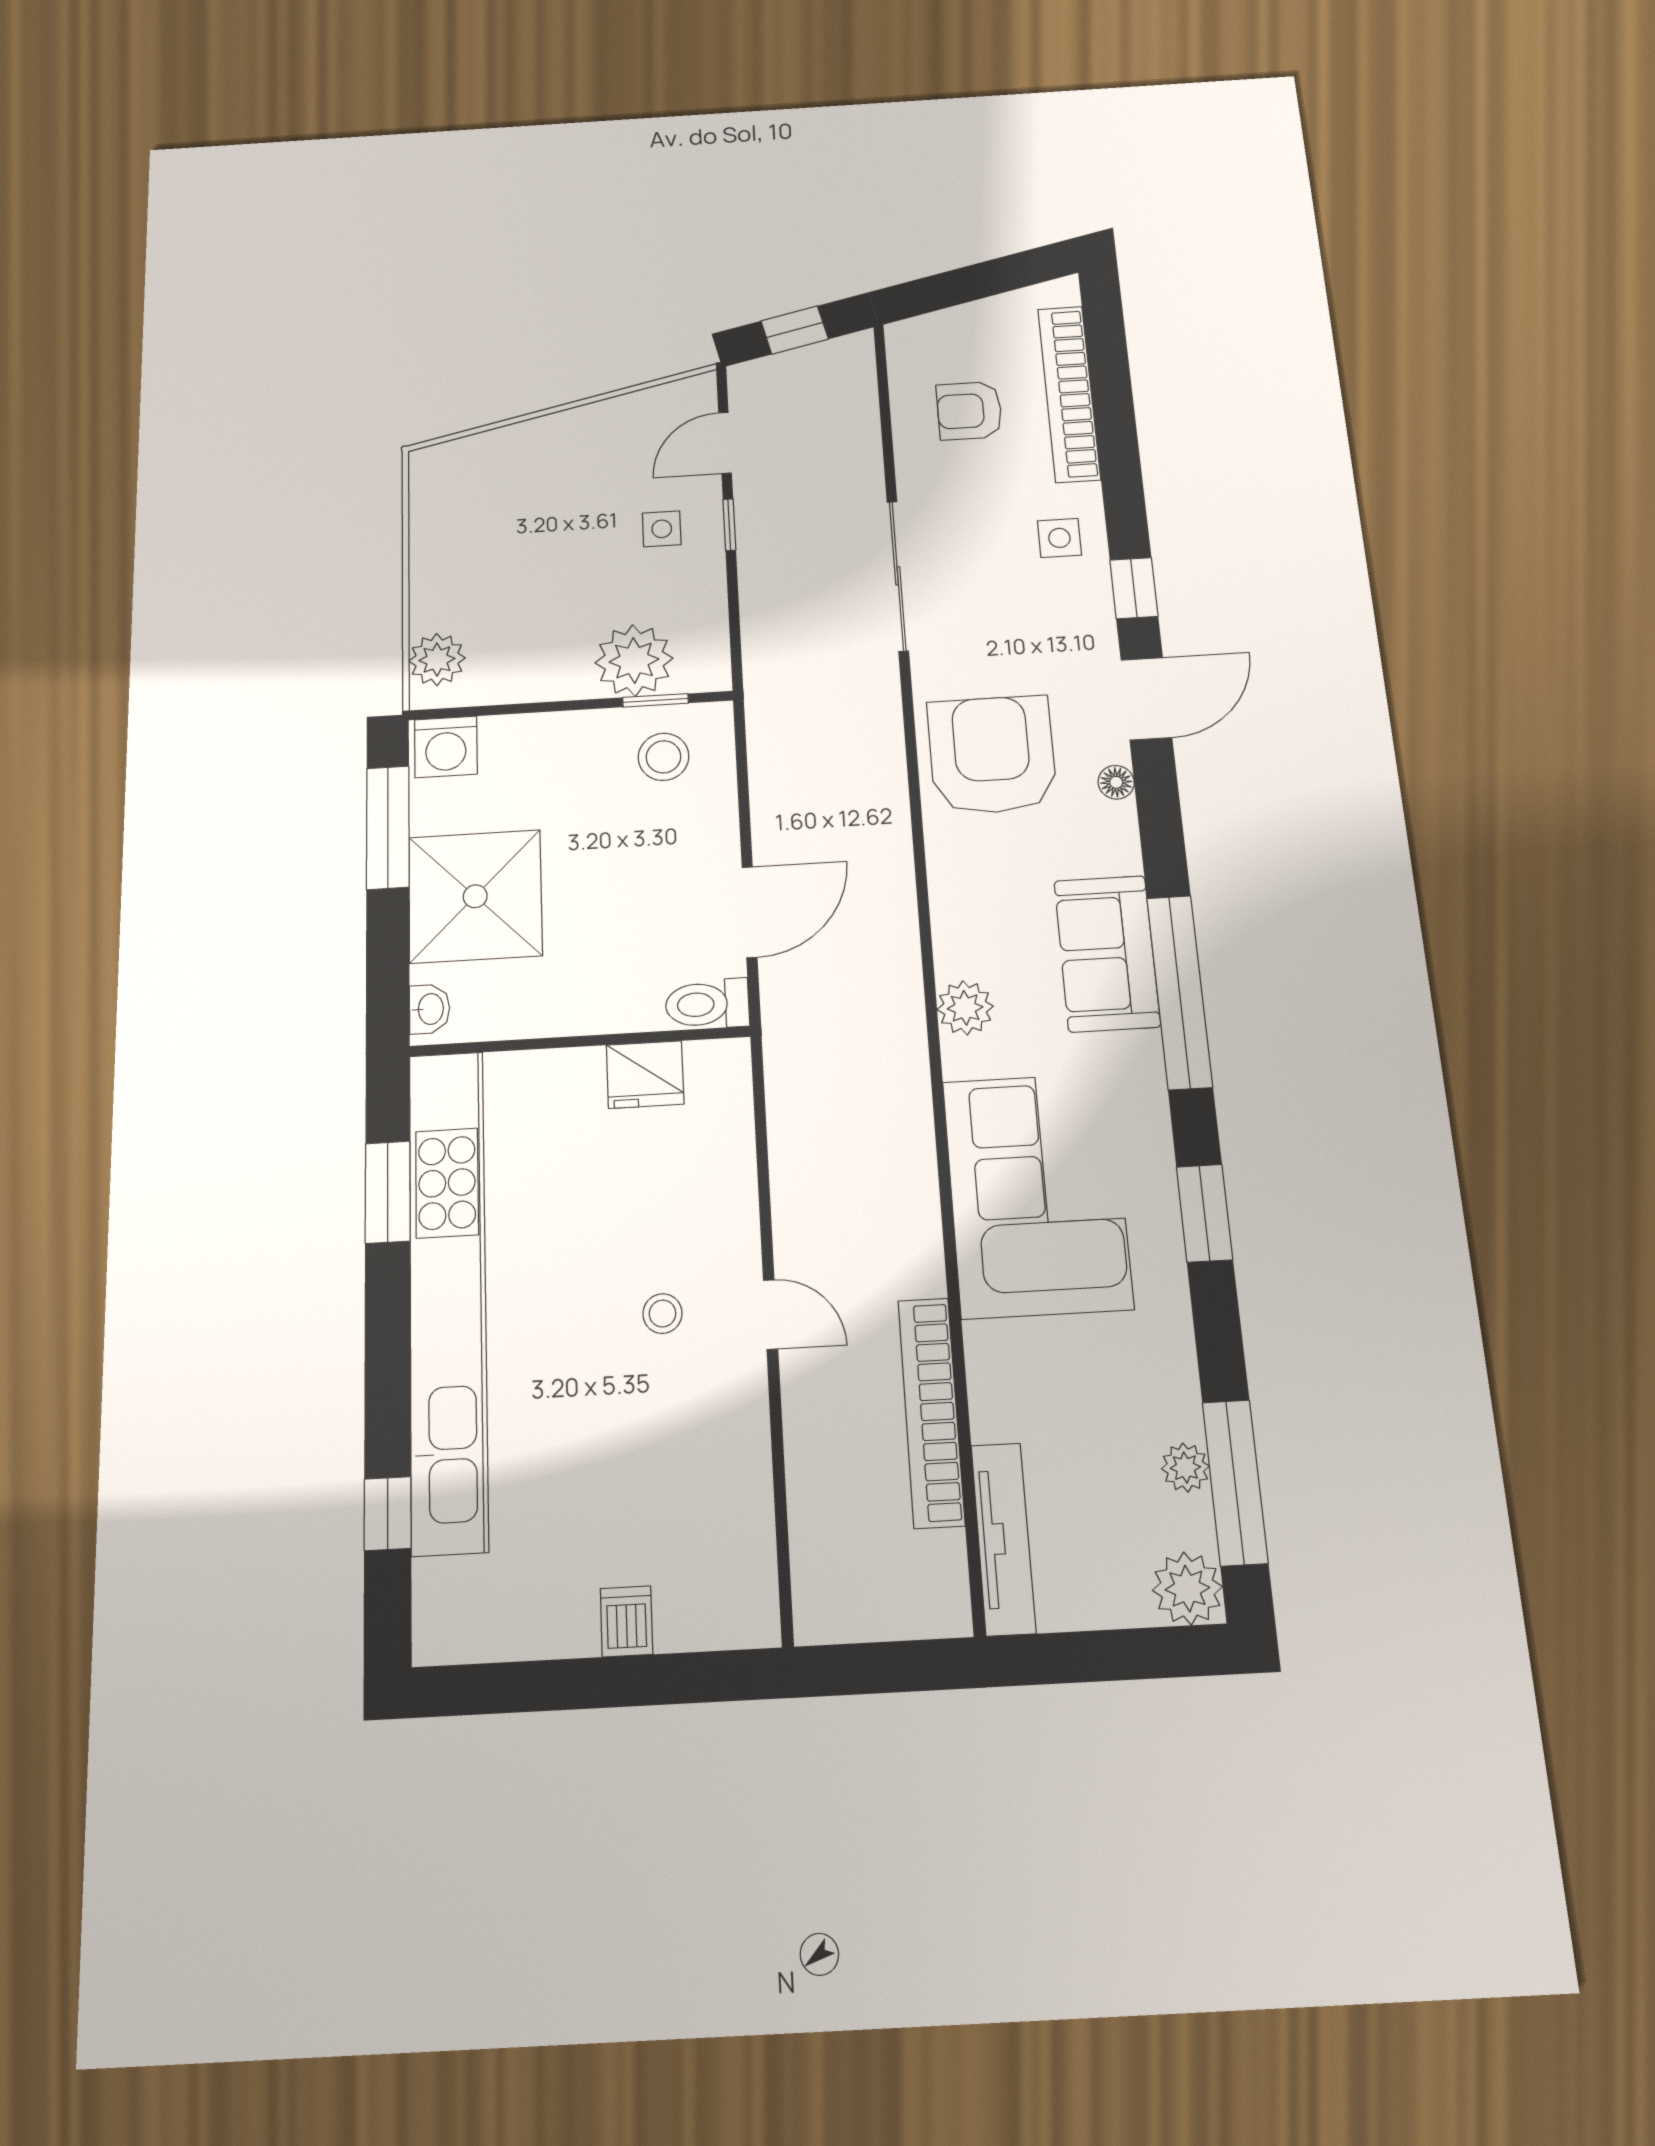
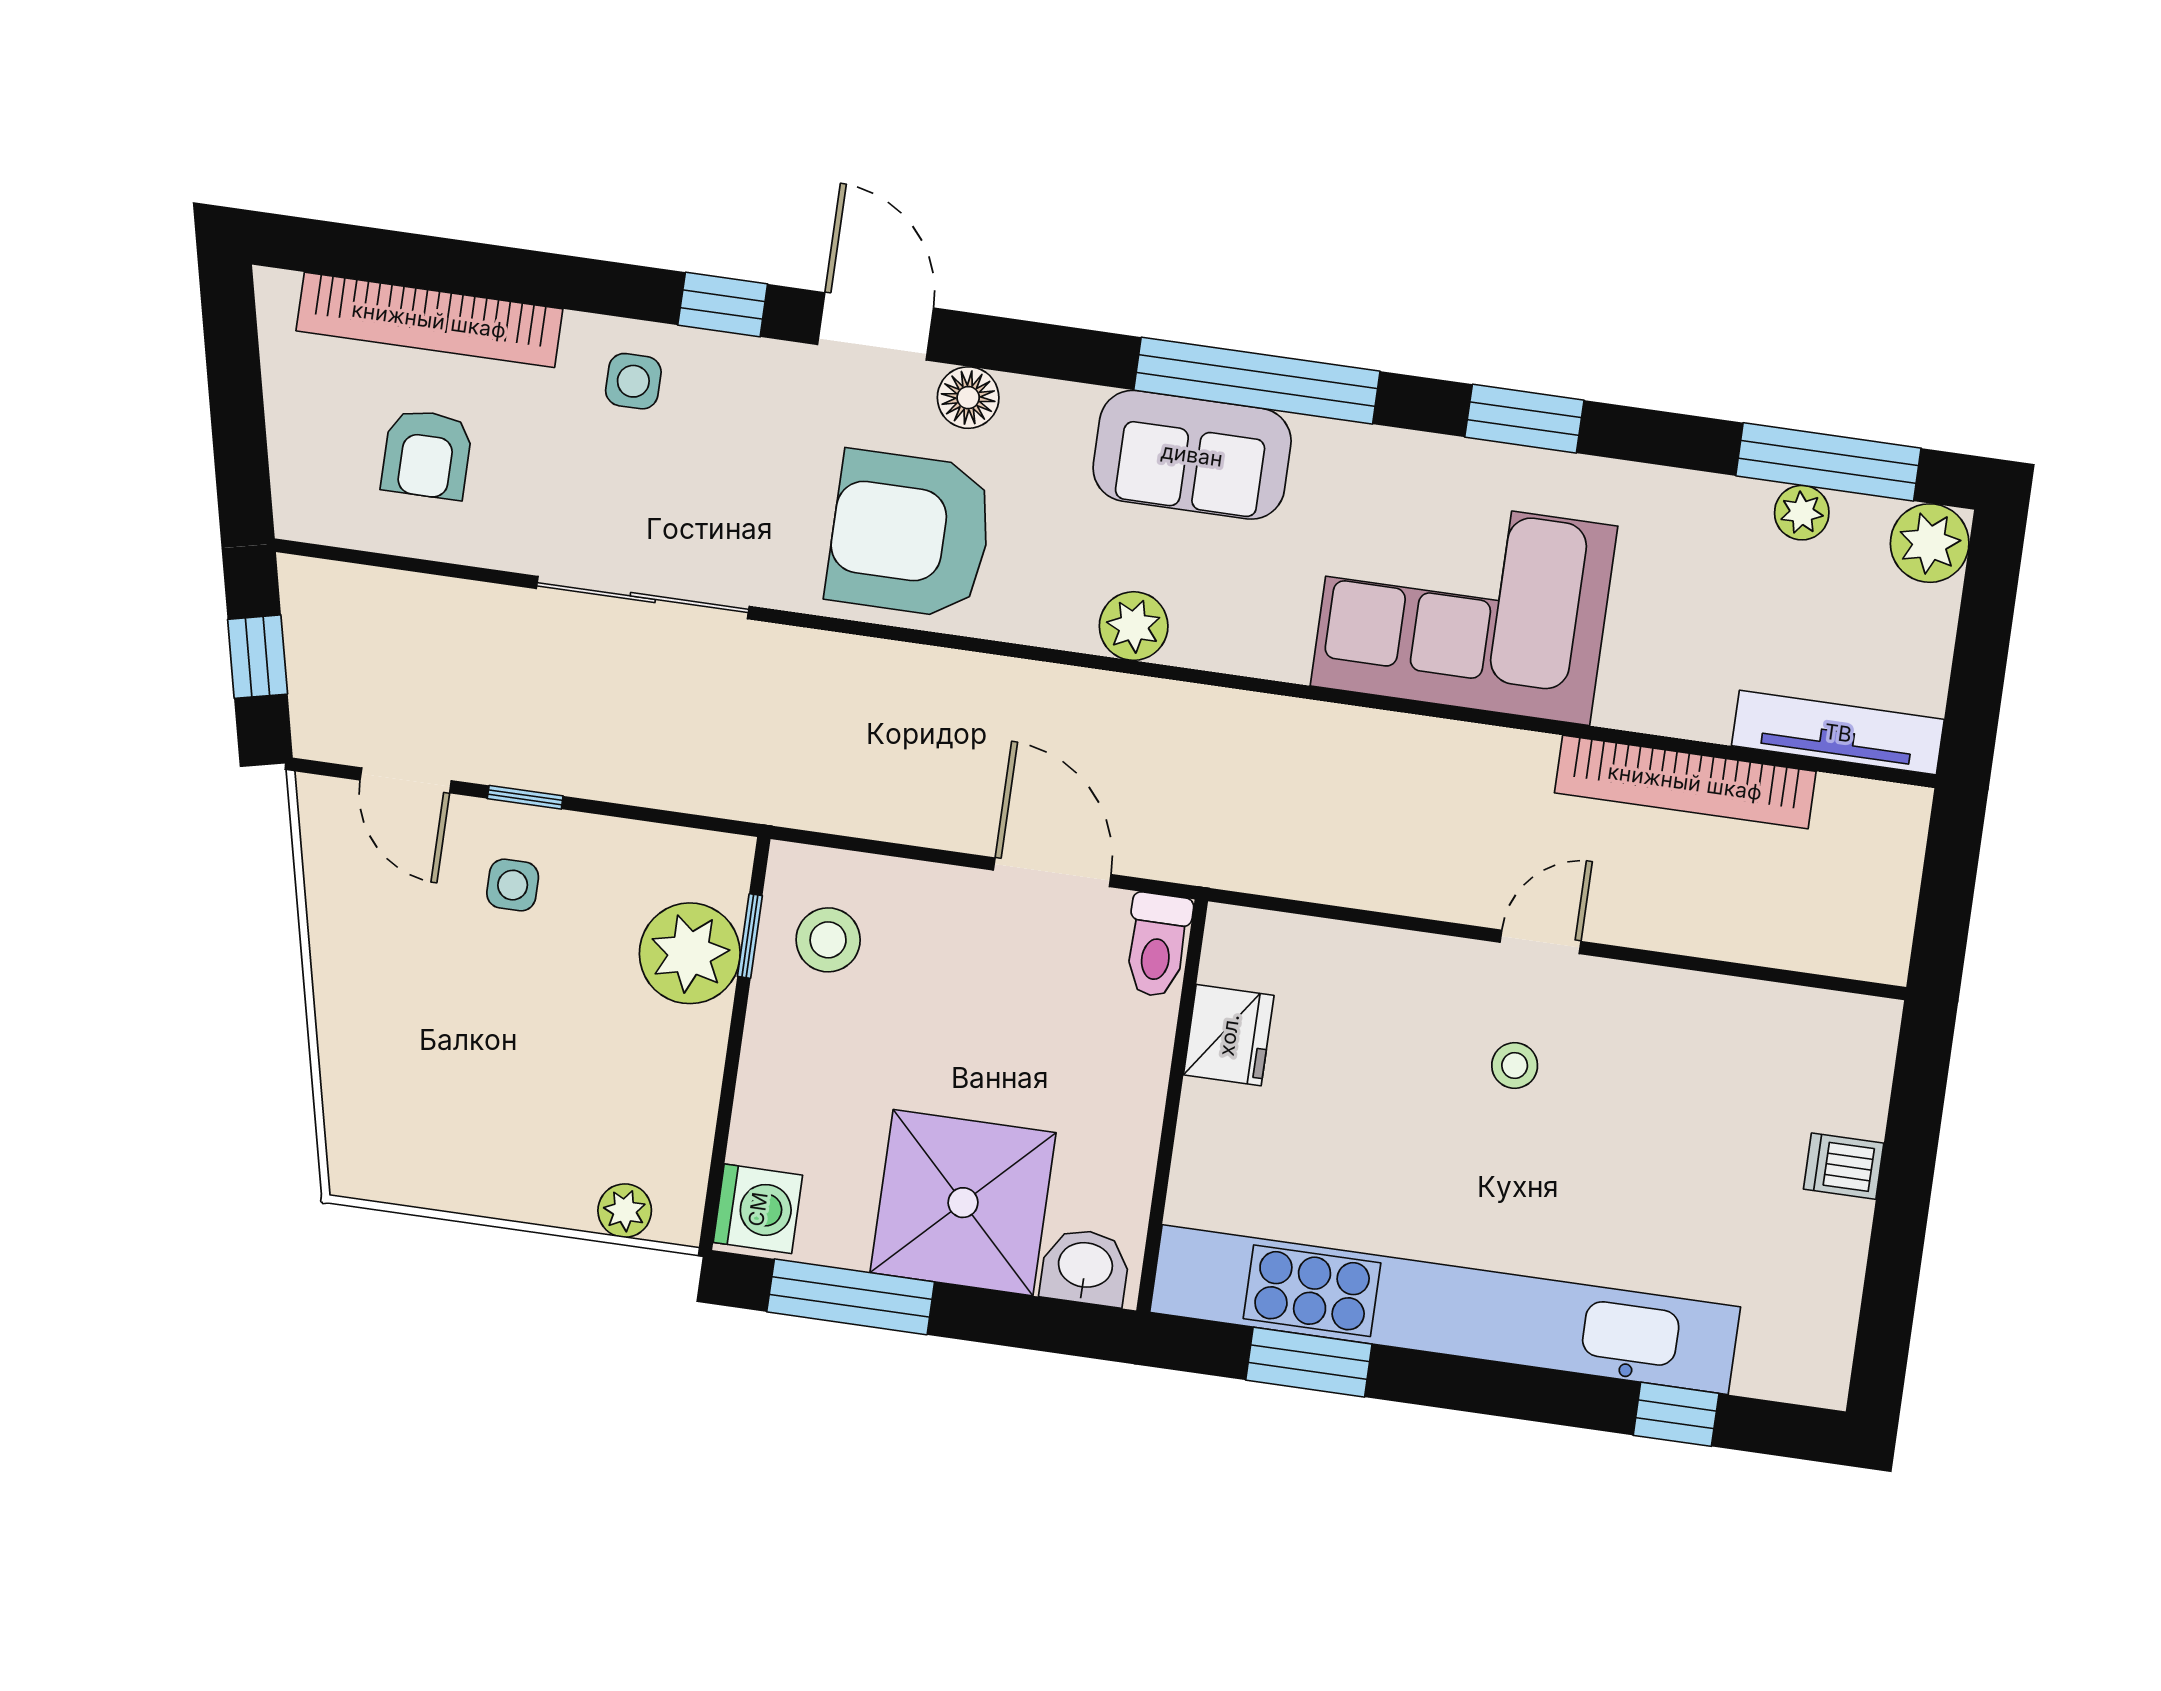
plant: (437, 660) -> (625, 1211), width x0.73, depth x0.73
floor lamp: (1116, 782) -> (968, 398), width x1.37, depth x1.37
plant: (965, 1008) -> (1134, 626), moved
washbasin: (430, 1009) -> (1085, 1267), width x1.38, depth x1.45

